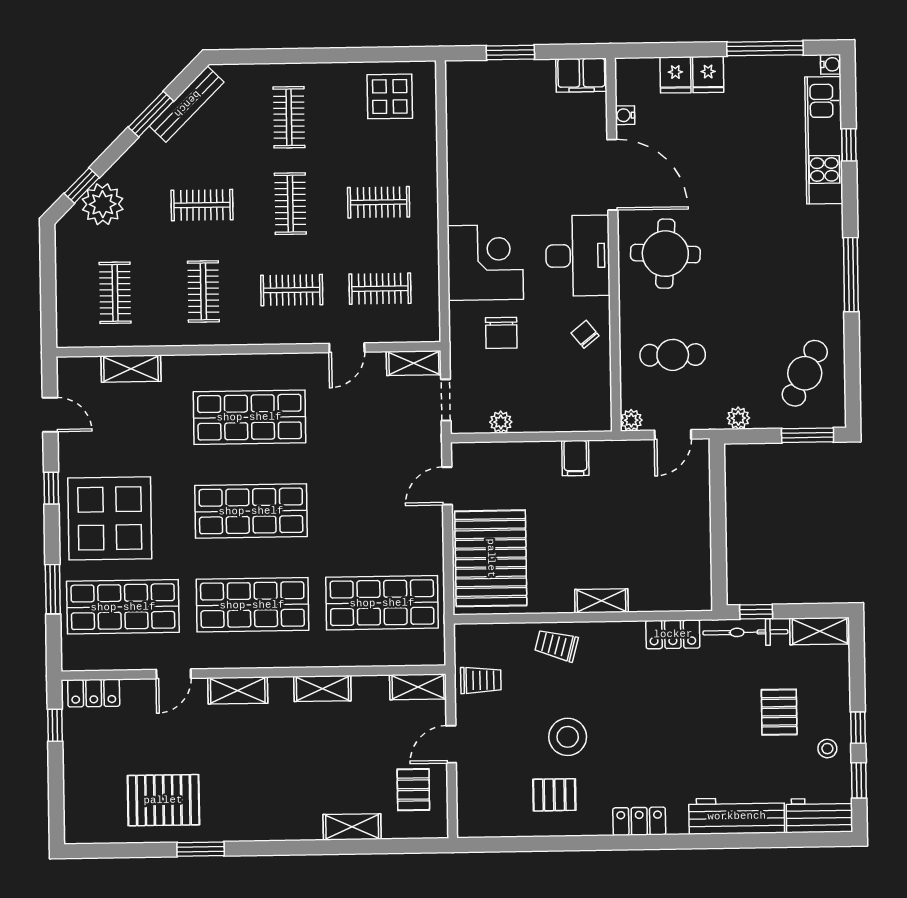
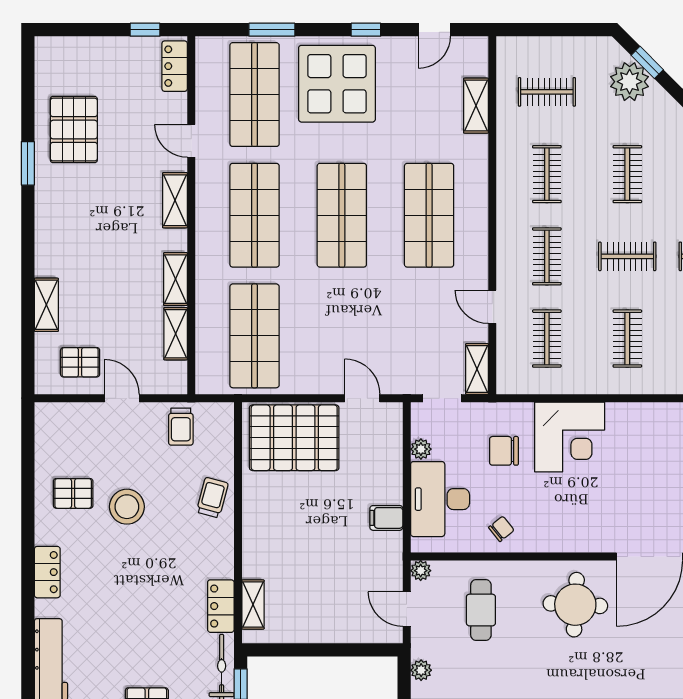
desk: (578, 256) -> (440, 499), moved, turned 90
clothes rail: (203, 291) -> (547, 174), turned 90
shelving: (601, 601) -> (253, 604), moved
shelving: (418, 687) -> (176, 334), moved
pallet: (554, 795) -> (73, 493), turned 90

